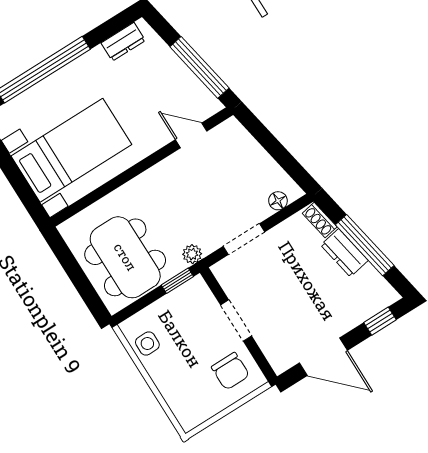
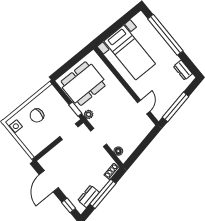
dresser: (344, 253) -> (89, 196), moved
doorway: (236, 321) -> (69, 132), moved
side table: (147, 343) -> (16, 126), moved
chair: (230, 371) -> (37, 115), moved

